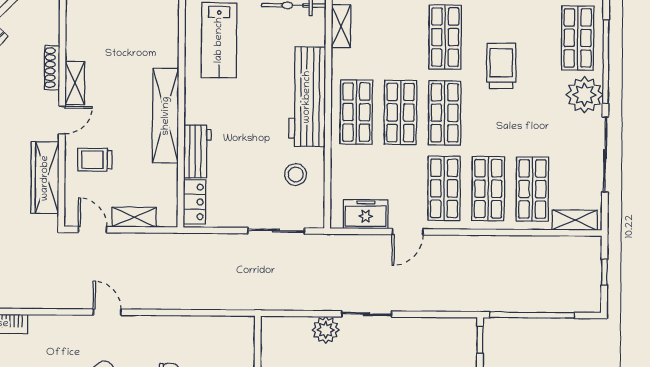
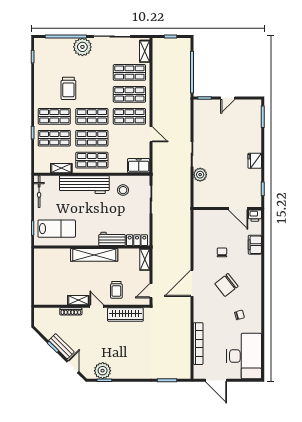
shelving: (341, 26) -> (61, 168), moved
shop shelf: (578, 38) -> (54, 138), moved
trolley: (501, 66) -> (68, 88), turned -90
freezer: (366, 214) -> (139, 166), moved, turned 90
shelving: (134, 217) -> (145, 259), moved
door: (107, 312) -> (192, 283), width x1.87

